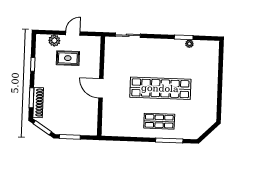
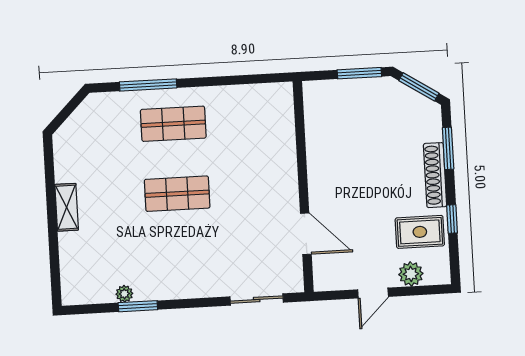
rug: (68, 58) -> (420, 232), moved
shelving: (213, 87) -> (67, 207), added
door: (101, 88) -> (306, 234), moved
shop shelf: (160, 88) -> (177, 194), width x0.50, depth x0.74
shoe rack: (38, 103) -> (435, 175), moved

